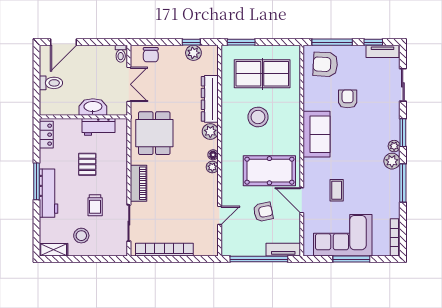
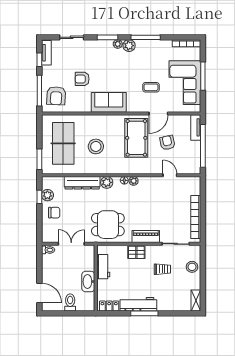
chair: (151, 55) -> (54, 213), moved
washbasin: (93, 107) -> (88, 282), moved
pallet: (87, 164) -> (136, 252), moved
workbench: (49, 193) -> (138, 304), moved
stool: (81, 236) -> (192, 267), moved

